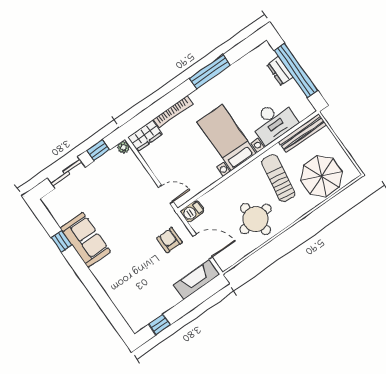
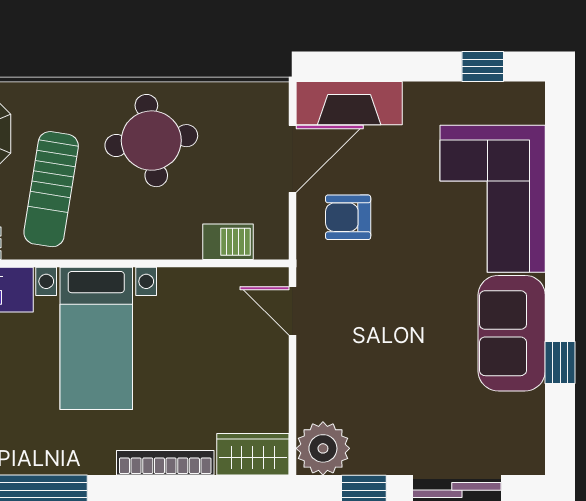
plant: (124, 147) -> (323, 448), width x1.87, depth x1.87
barbecue: (193, 211) -> (228, 242), moved
armchair: (169, 240) -> (348, 217), turned 90
door: (203, 247) -> (293, 159), swing flipped
corner sofa: (124, 281) -> (493, 199), added

